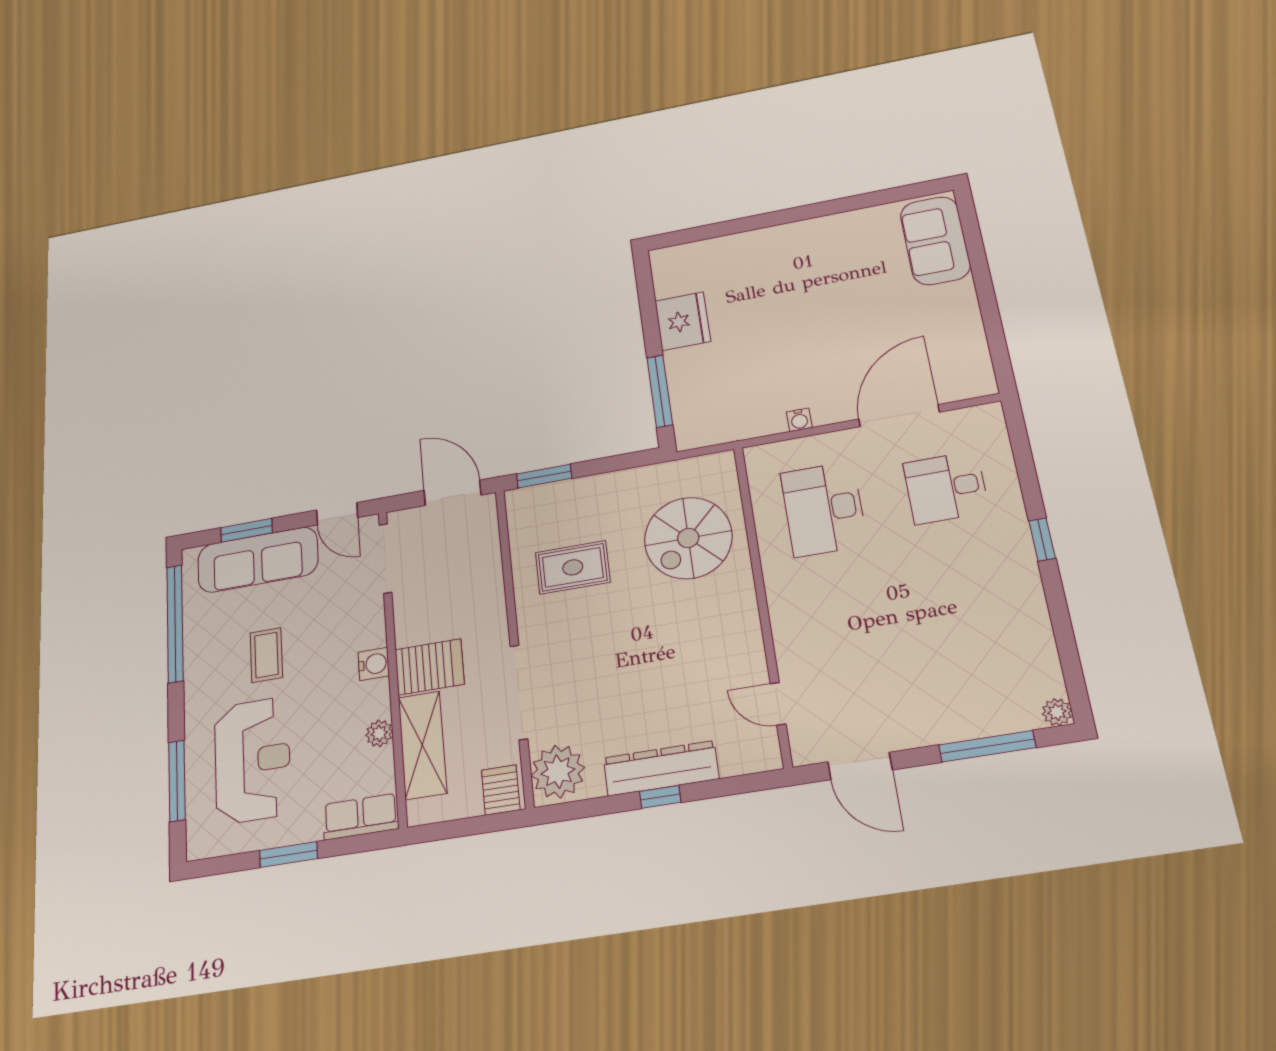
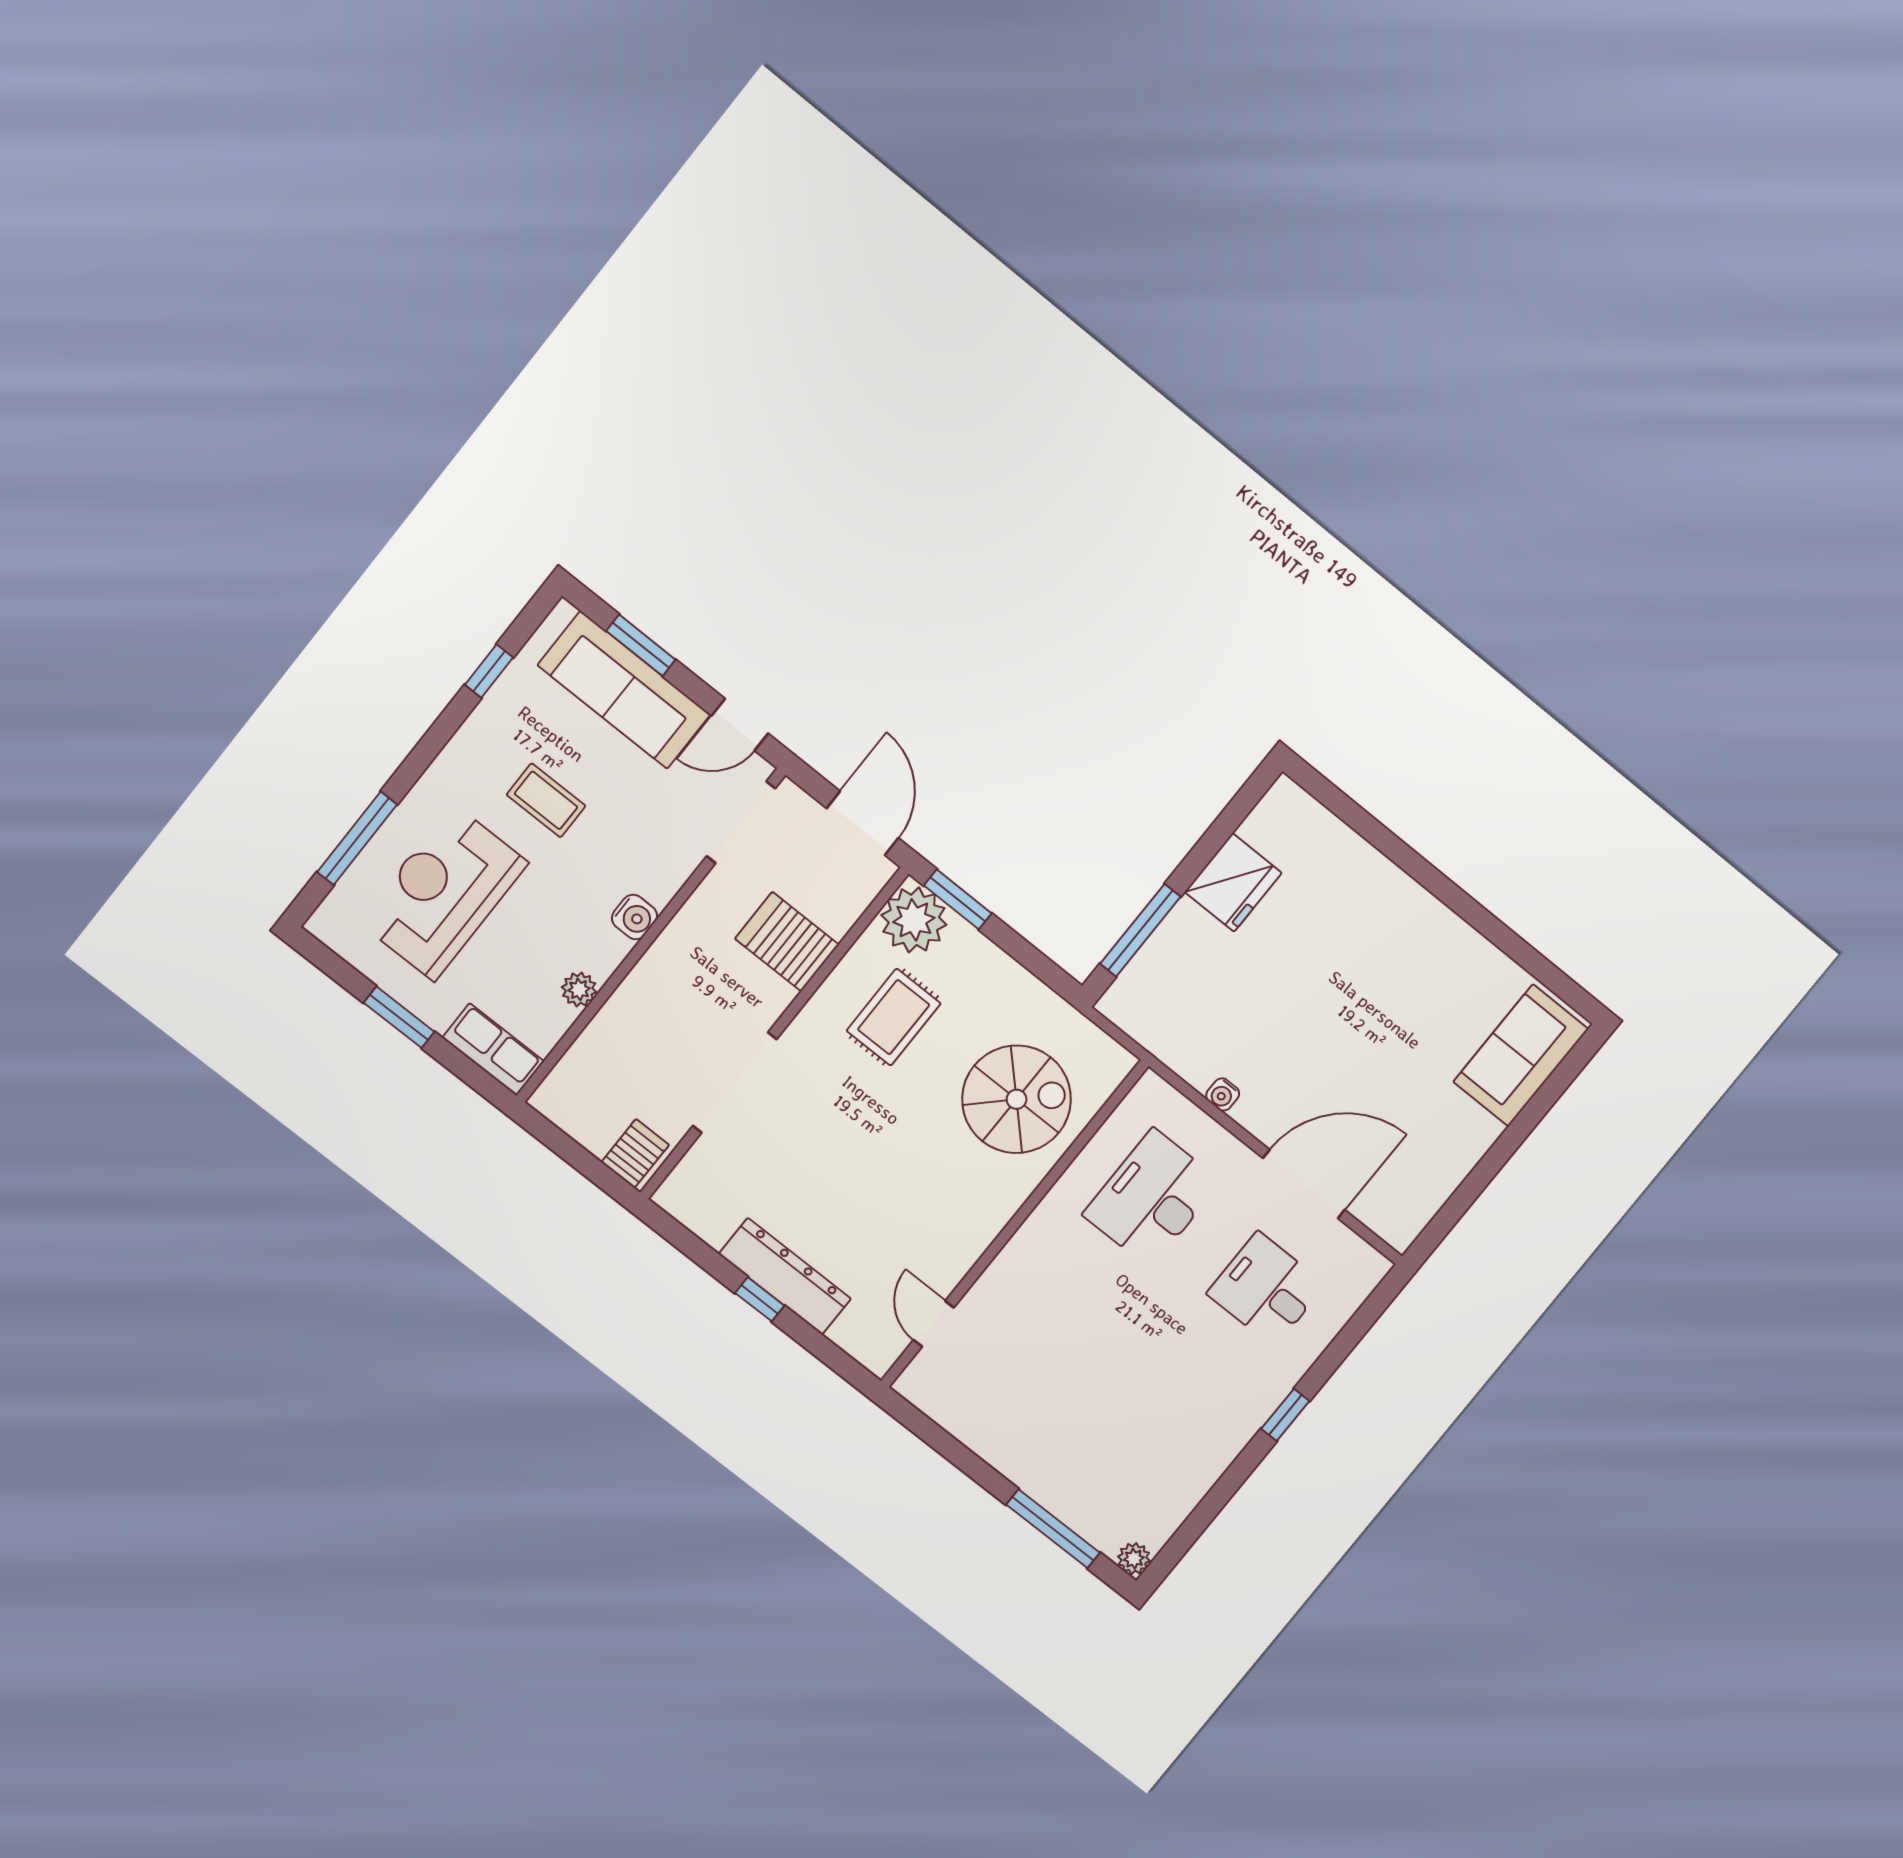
door: (337, 514) -> (740, 725), hinge flipped
spiral stairs: (688, 538) -> (1017, 1099), turned 180
rug: (573, 567) -> (894, 1017), turned 90
window: (175, 623) -> (489, 671), width x0.32
coffee table: (266, 655) -> (546, 800), turned 90
server rack: (430, 667) -> (787, 942), moved, turned 180
shelving: (422, 745) -> (607, 1041), removed
reception desk: (252, 760) -> (443, 893), turned 180
door: (860, 766) -> (941, 1441), removed
plant: (558, 772) -> (914, 920), moved

